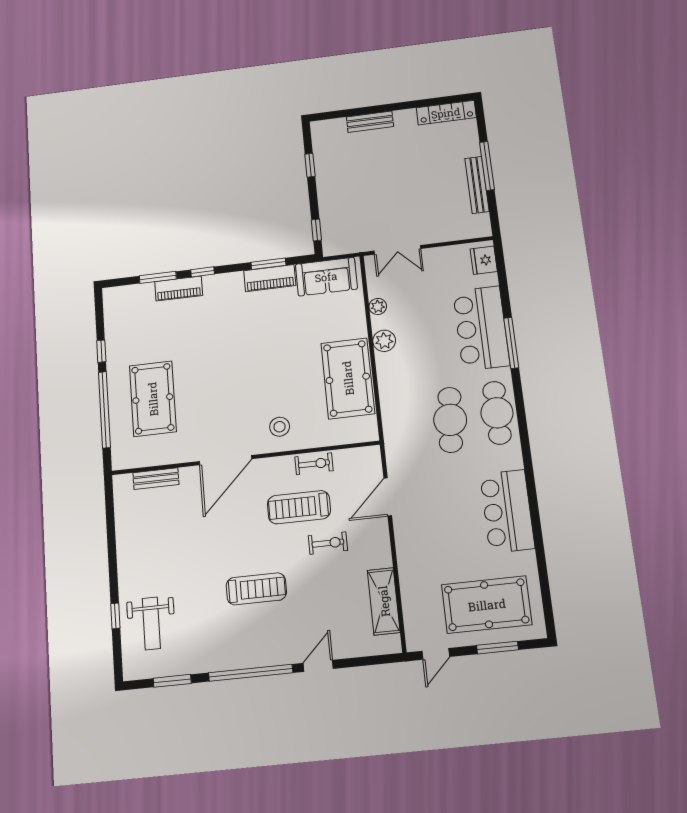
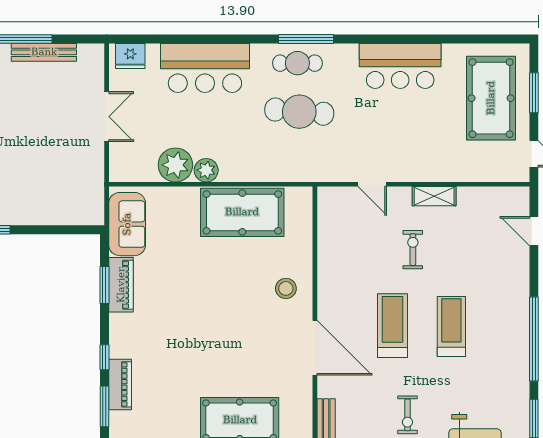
window: (316, 230) -> (73, 230), removed
double door: (397, 250) -> (107, 117), moved
plant: (378, 306) -> (175, 165), width x1.88, depth x1.88
window: (511, 343) -> (306, 39), moved
cafe table: (497, 413) -> (297, 63), width x0.73, depth x0.74
exercise bike: (314, 464) -> (407, 415), moved, turned 180
door: (388, 497) -> (372, 184), width x0.73
treadmill: (299, 507) -> (393, 326), moved, turned 180
shelving: (384, 601) -> (434, 196), moved, width x0.67, depth x0.75
door: (318, 666) -> (534, 231), moved

